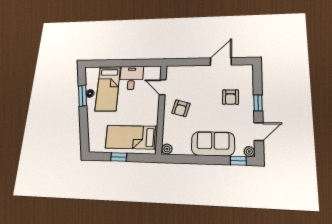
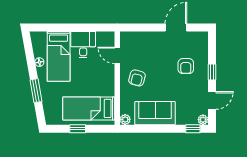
window: (82, 96) -> (36, 91), moved
sofa: (213, 144) -> (155, 113), moved

